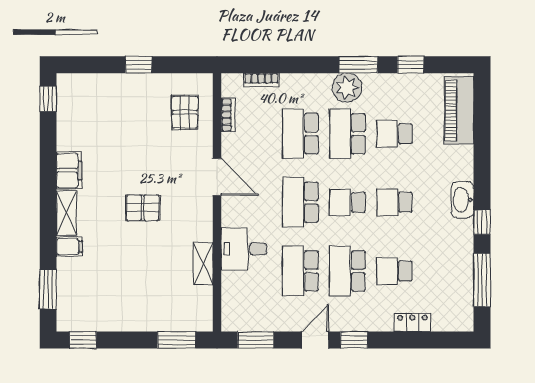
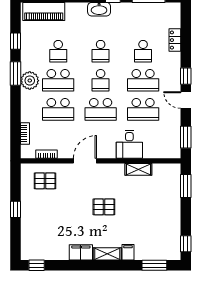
pallet: (143, 208) -> (104, 207), turned 90

